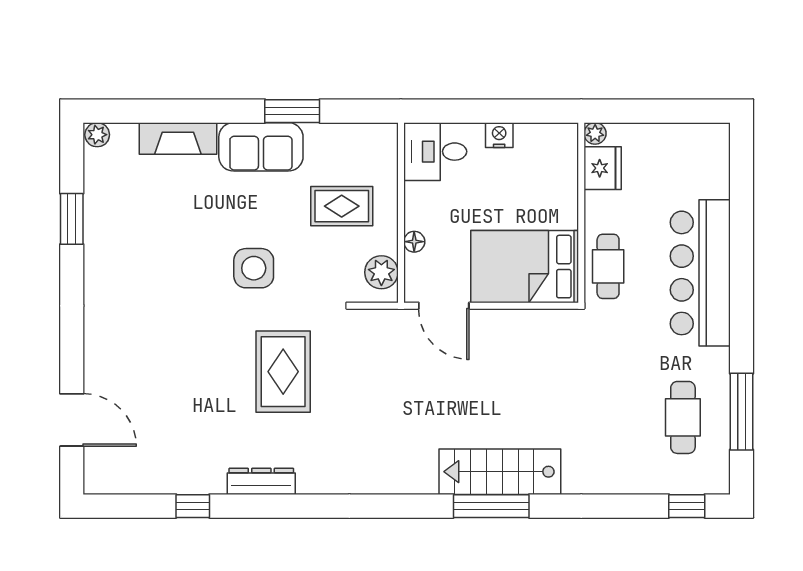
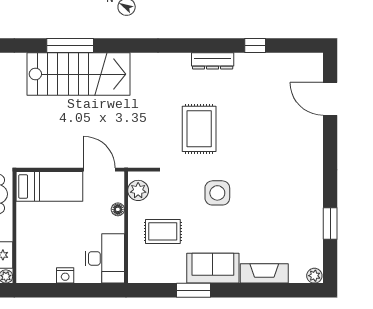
desk: (435, 152) -> (105, 258), width x1.37
bed: (525, 267) -> (49, 186), width x0.67
stairs: (500, 472) -> (78, 74), width x1.36, depth x1.51

